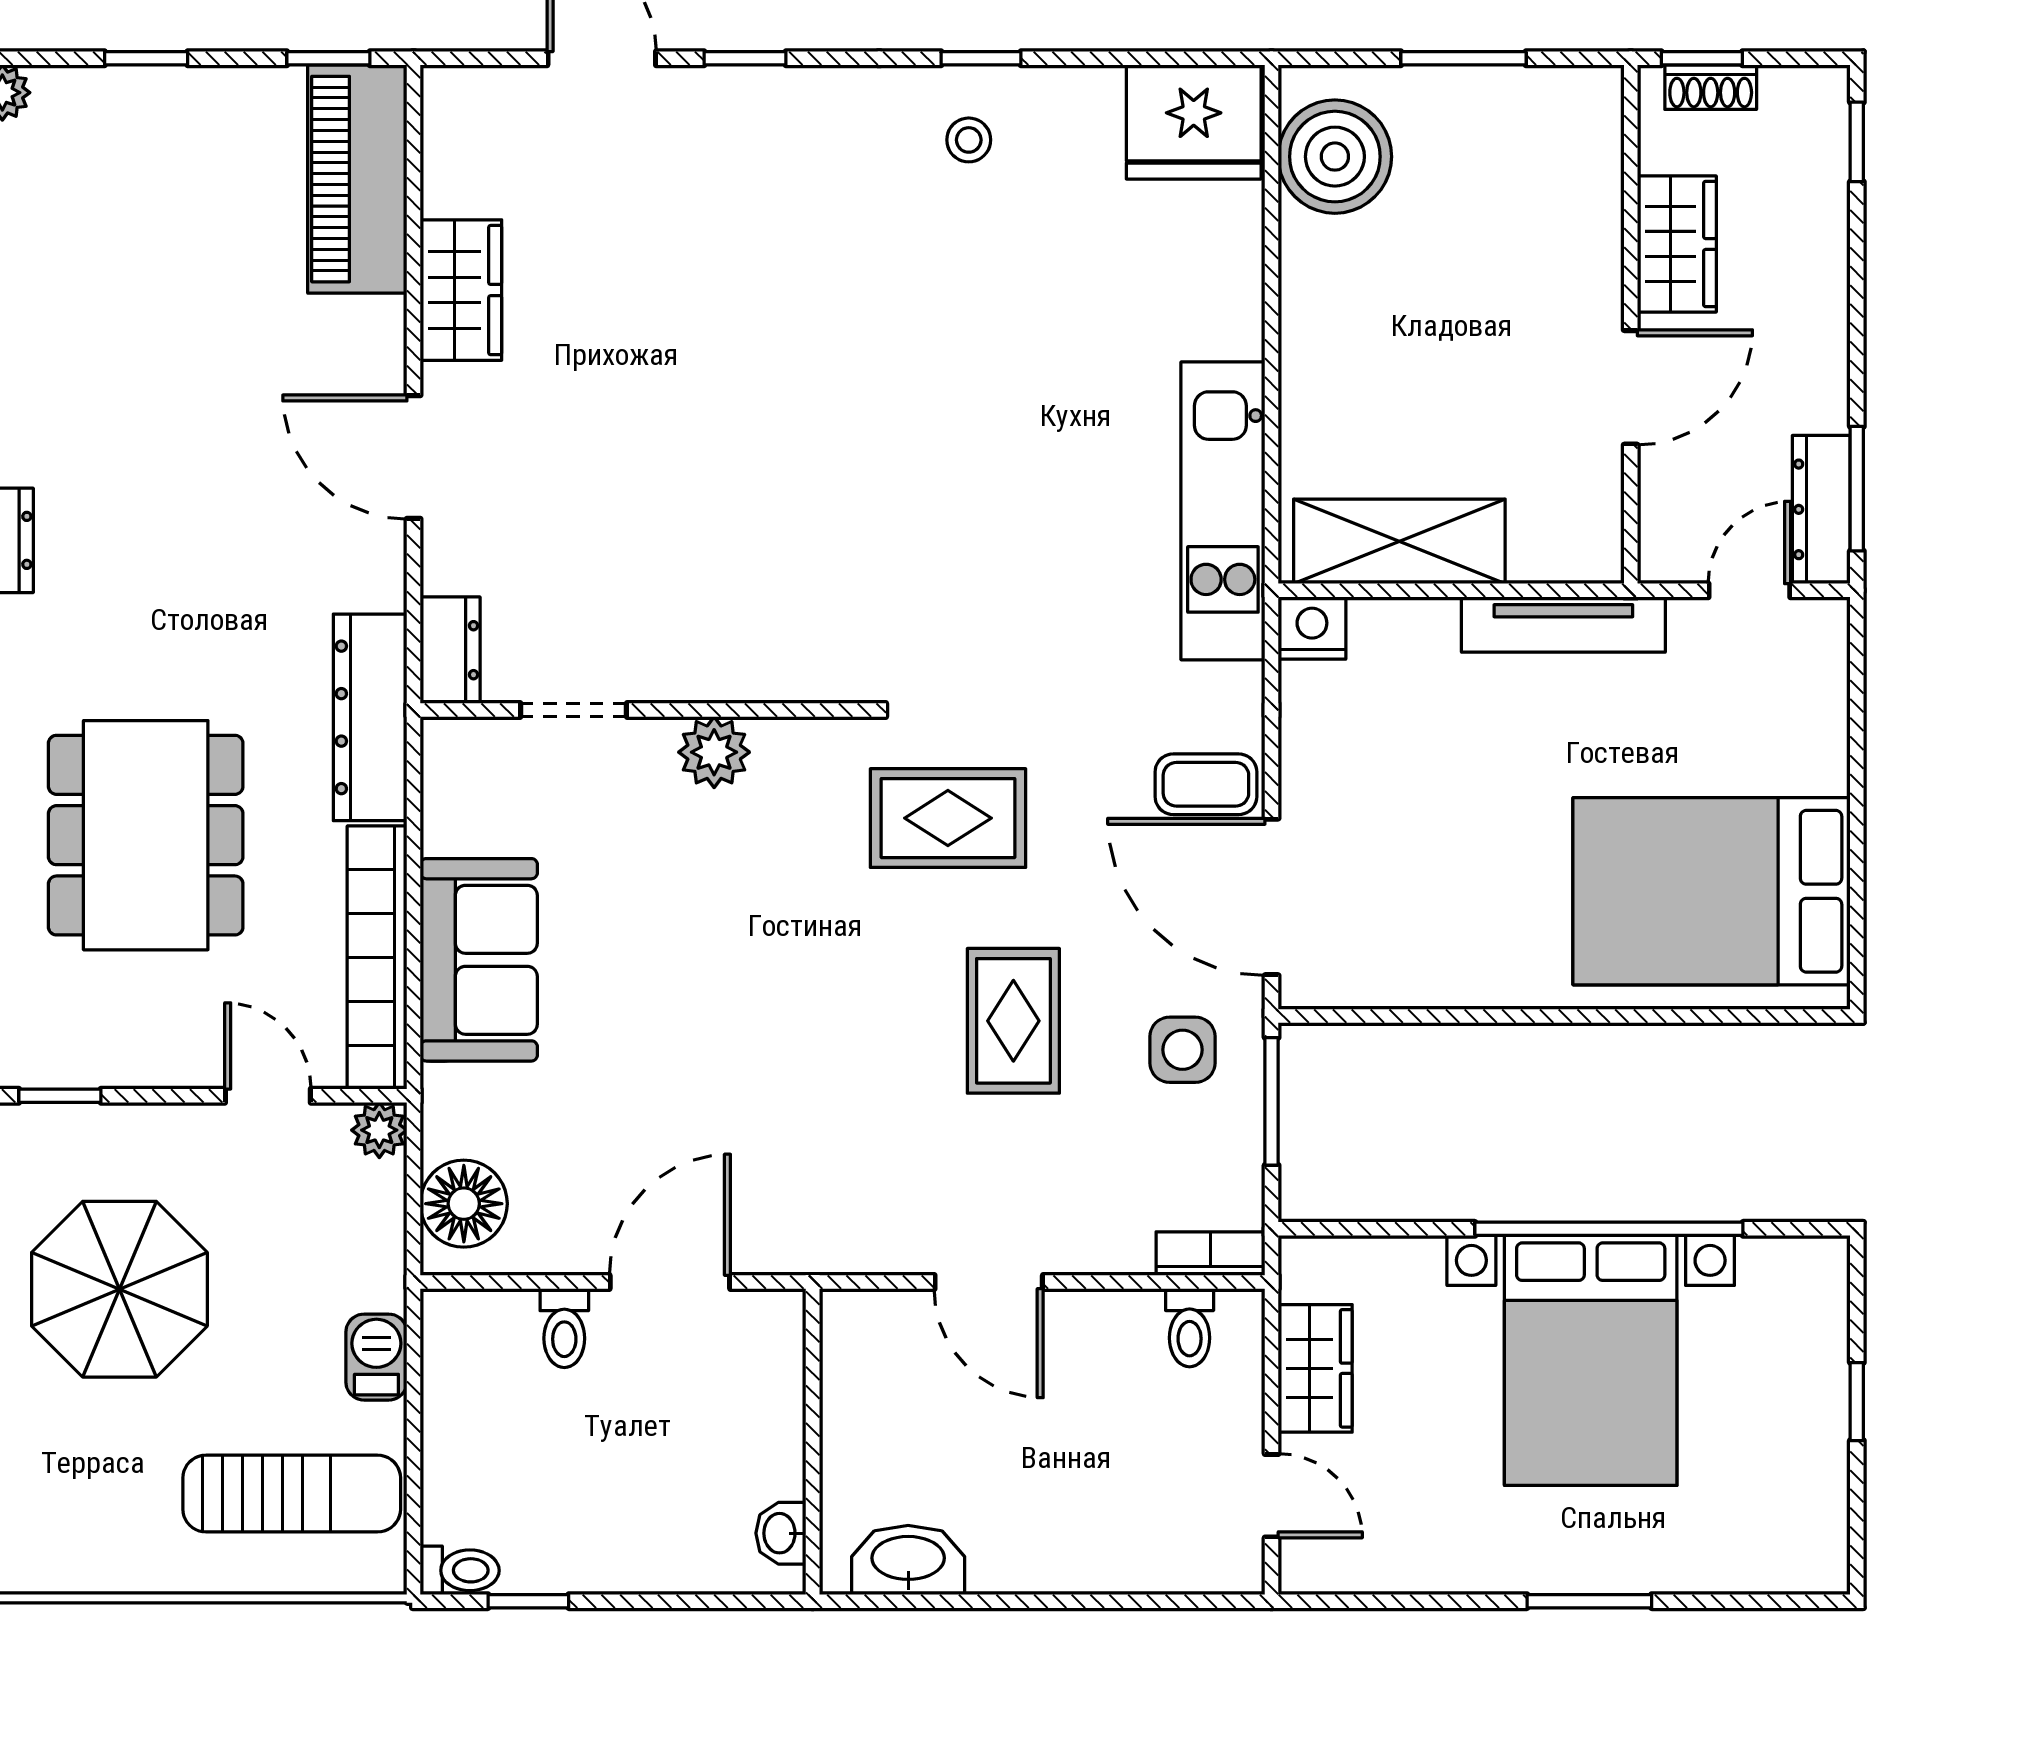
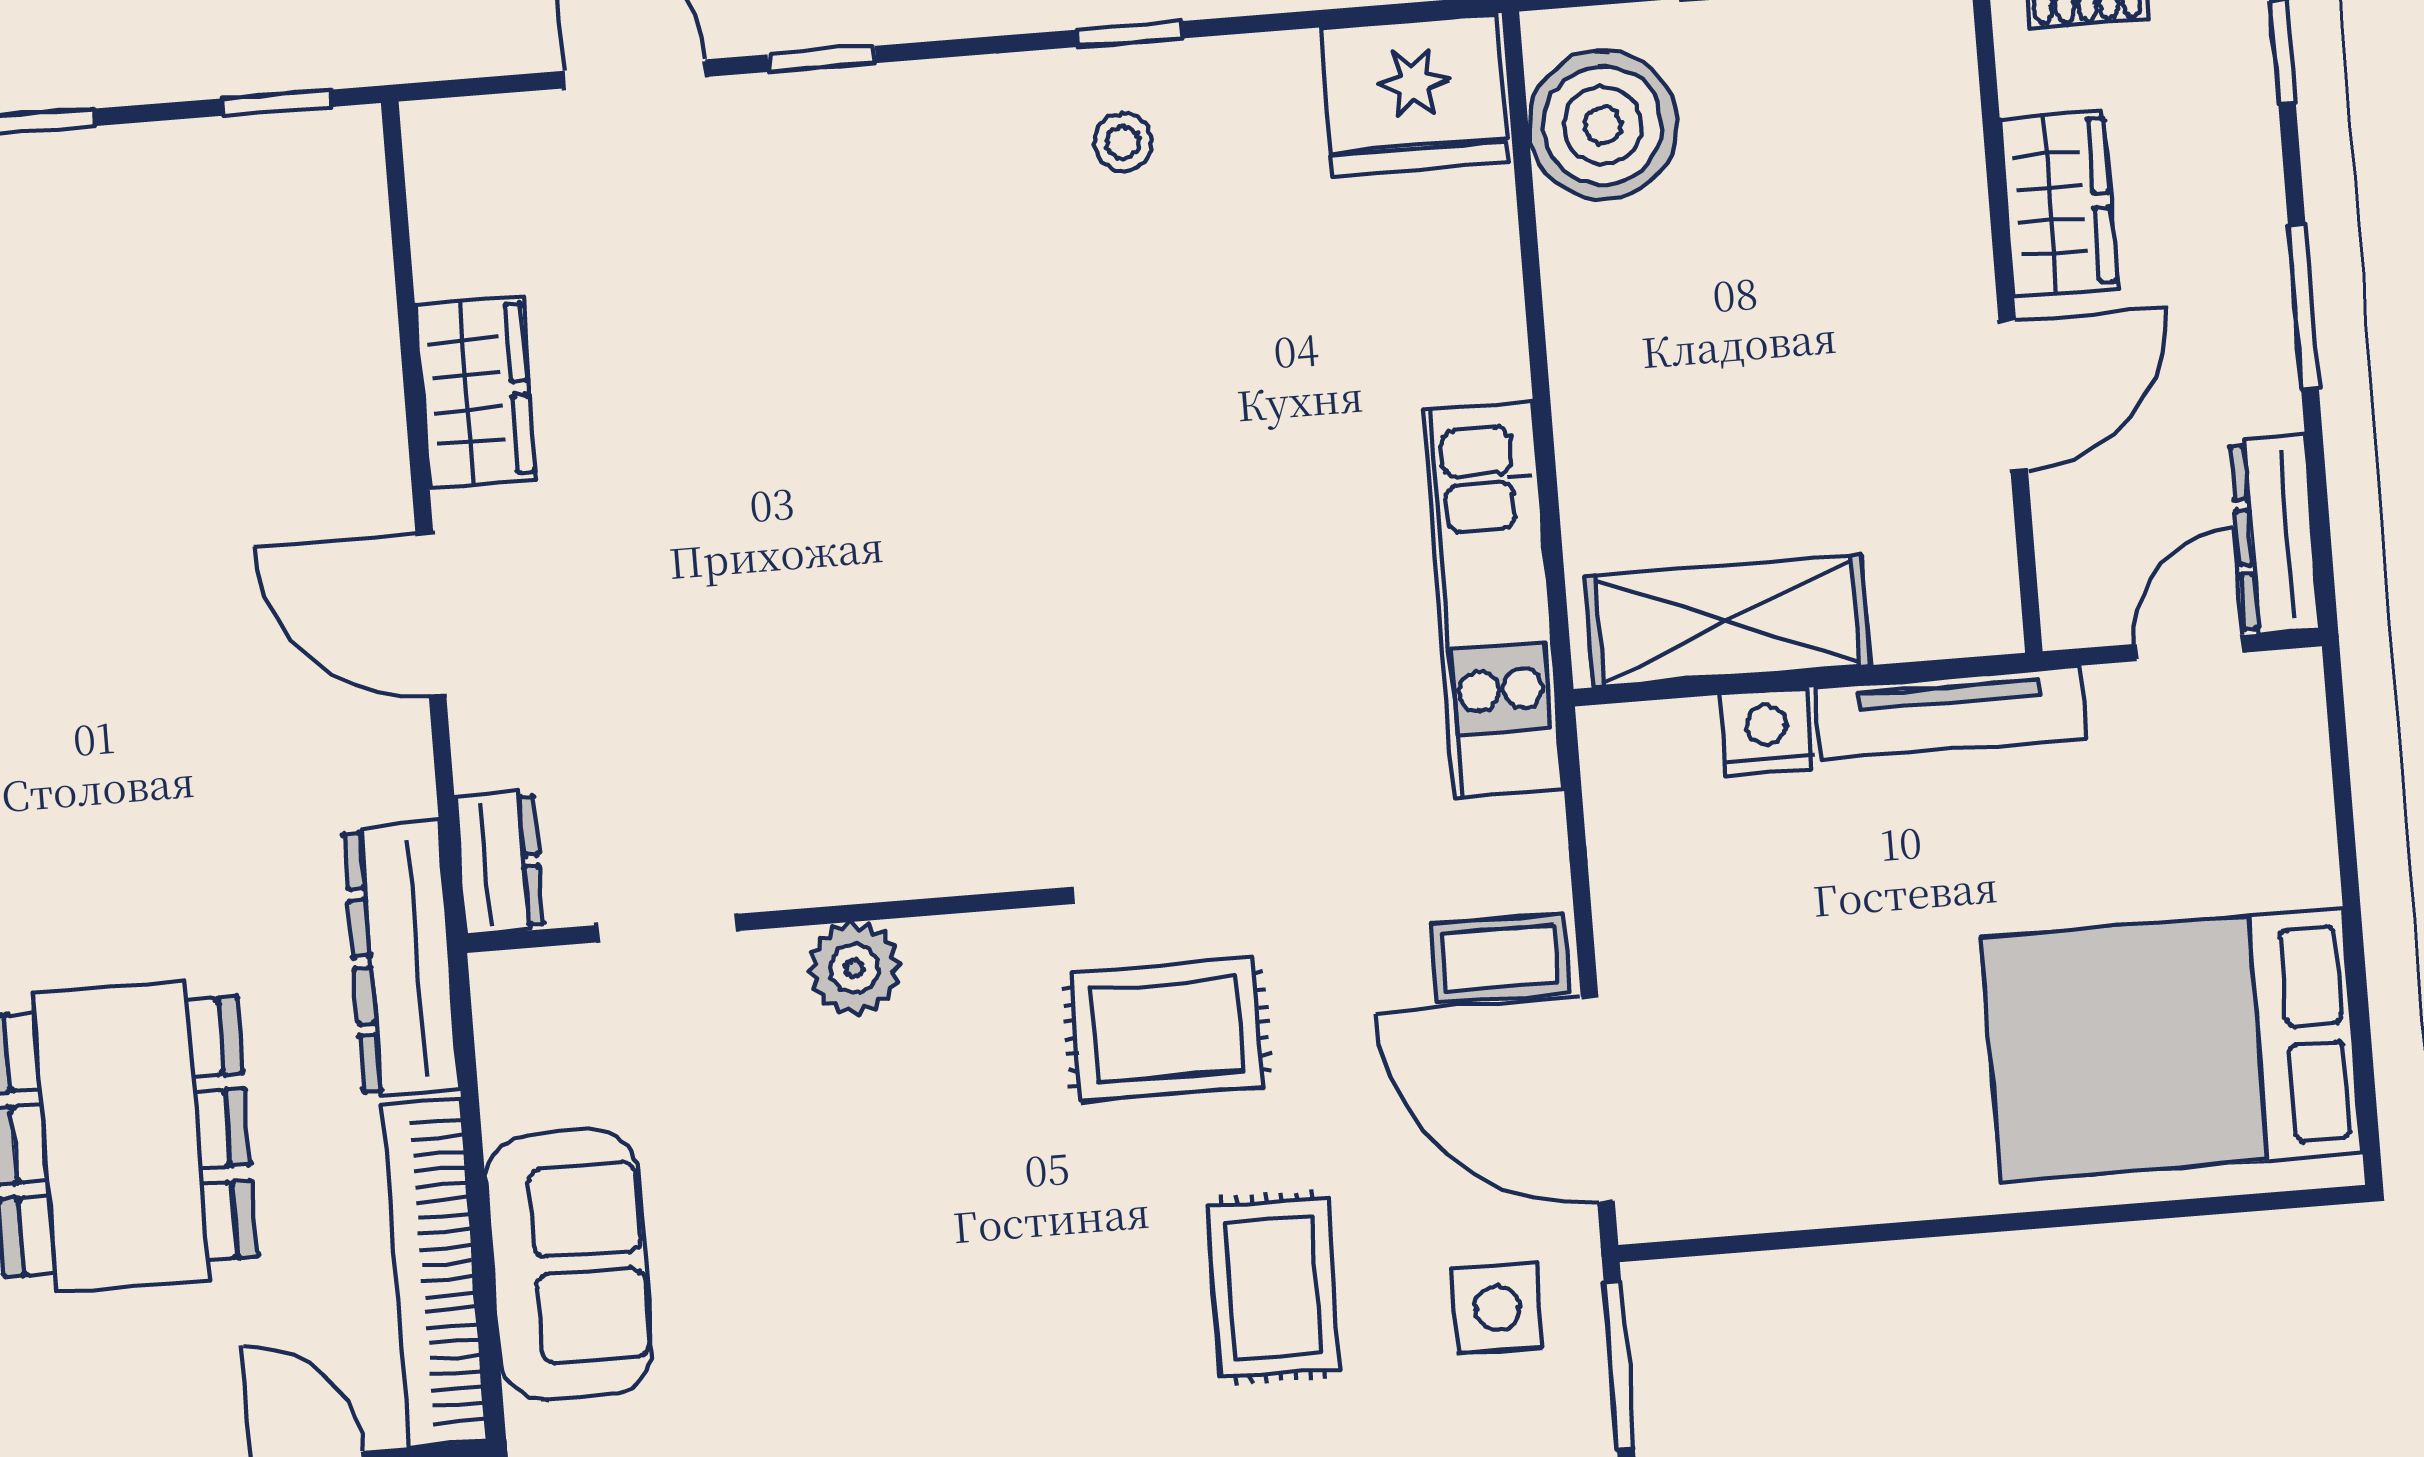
piano: (357, 179) -> (328, 257), removed
window: (1857, 489) -> (2303, 306), moved
nightstand: (1312, 628) -> (1766, 732), moved

